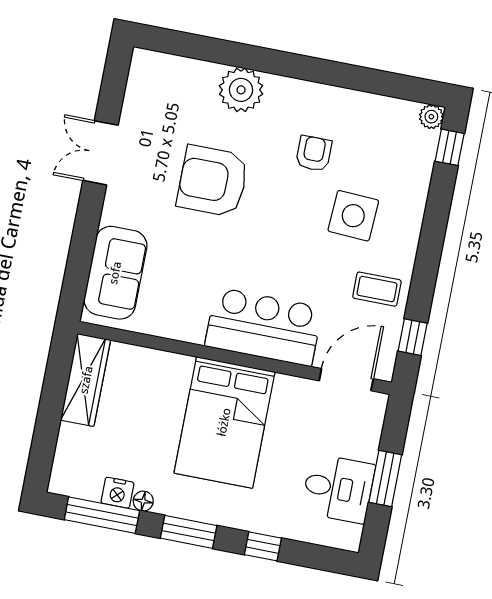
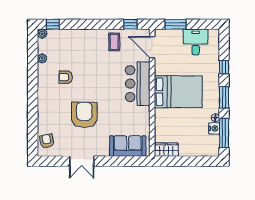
armchair: (166, 77) -> (47, 141), added
plant: (241, 90) -> (42, 58), moved, width x0.53, depth x0.53
armchair: (213, 181) -> (84, 115), turned 180
side table: (353, 216) -> (87, 57), removed
wardrobe: (86, 380) -> (166, 150), width x0.67
window: (385, 479) -> (176, 24), moved

